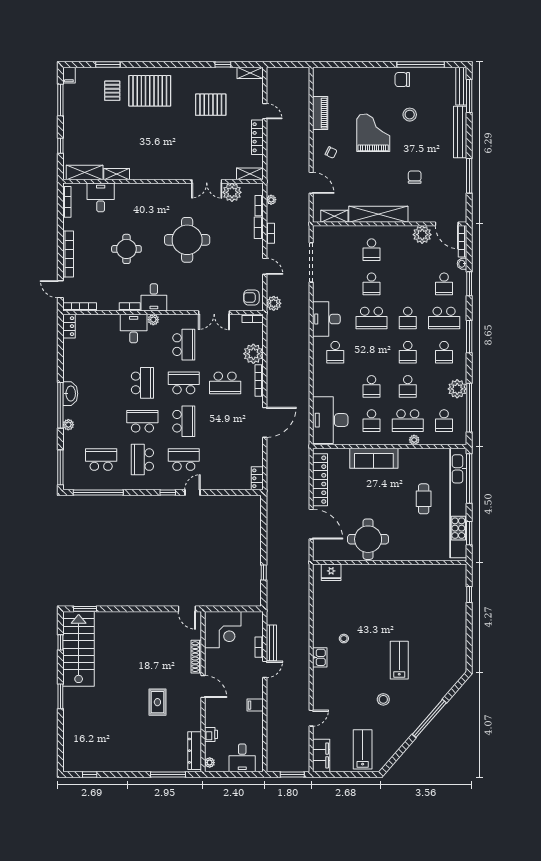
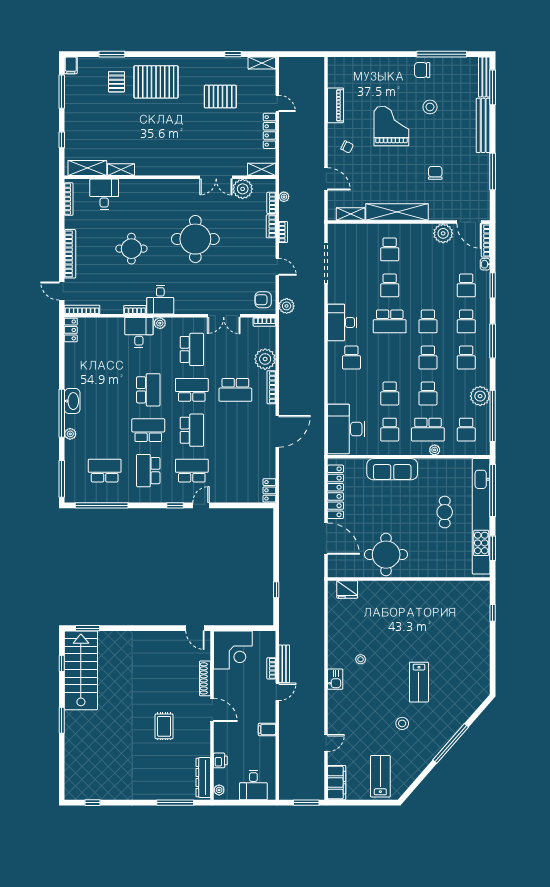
school desk: (444, 318) -> (466, 321), width x0.54
lab bench: (399, 660) -> (419, 682), turned 180

